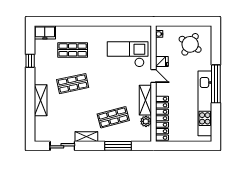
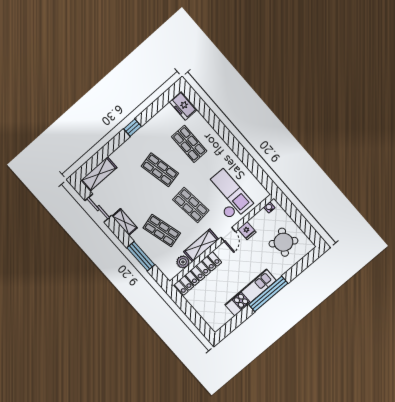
window: (30, 61) -> (133, 128), moved
shop shelf: (113, 84) -> (191, 205), added
shelving: (41, 100) -> (99, 174), moved
kitchen unit: (205, 103) -> (250, 293), width x0.73

